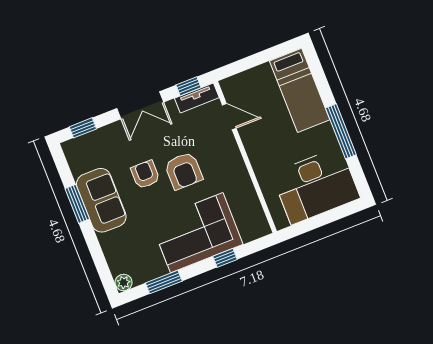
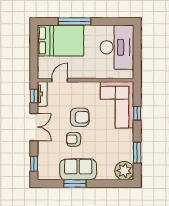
bed: (300, 90) -> (61, 41), width x1.50
window: (341, 131) -> (75, 21), moved
corner sofa: (197, 233) -> (117, 105), moved
plant: (124, 282) -> (124, 171), width x1.87, depth x1.87

